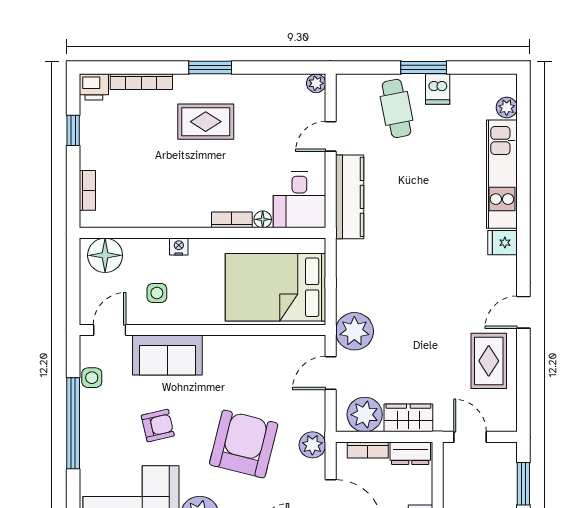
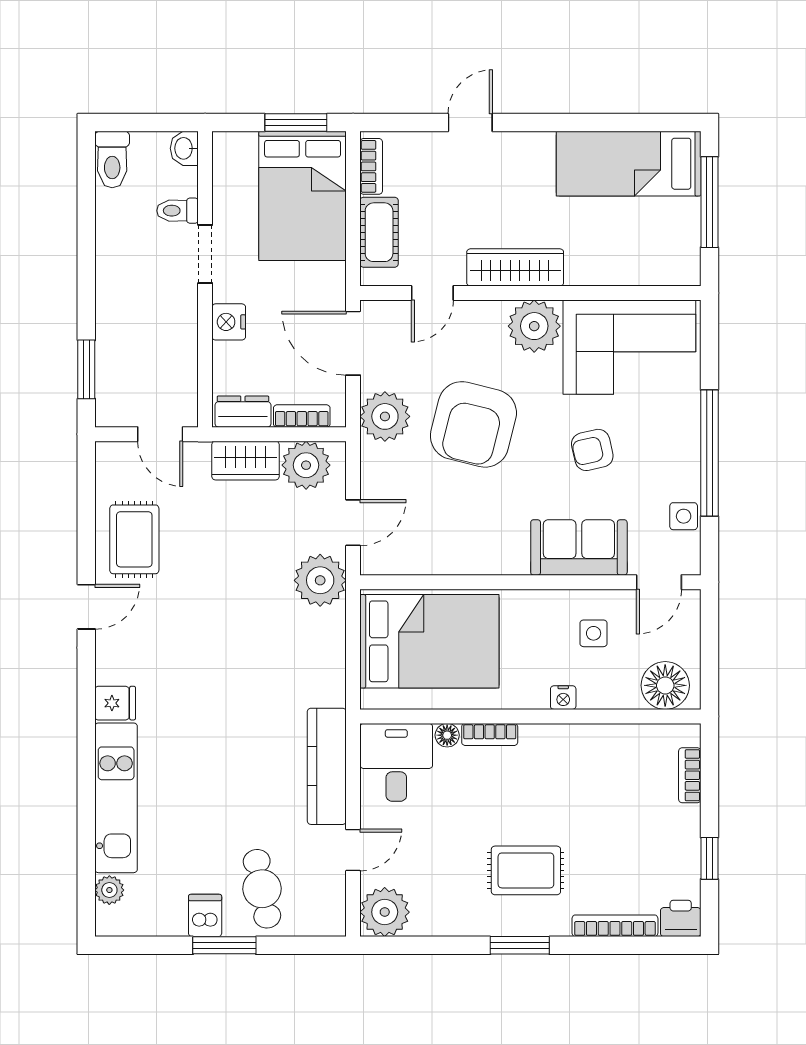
plant: (316, 83) -> (385, 912), width x1.87, depth x1.87
plant: (312, 445) -> (385, 416), width x1.36, depth x1.36

